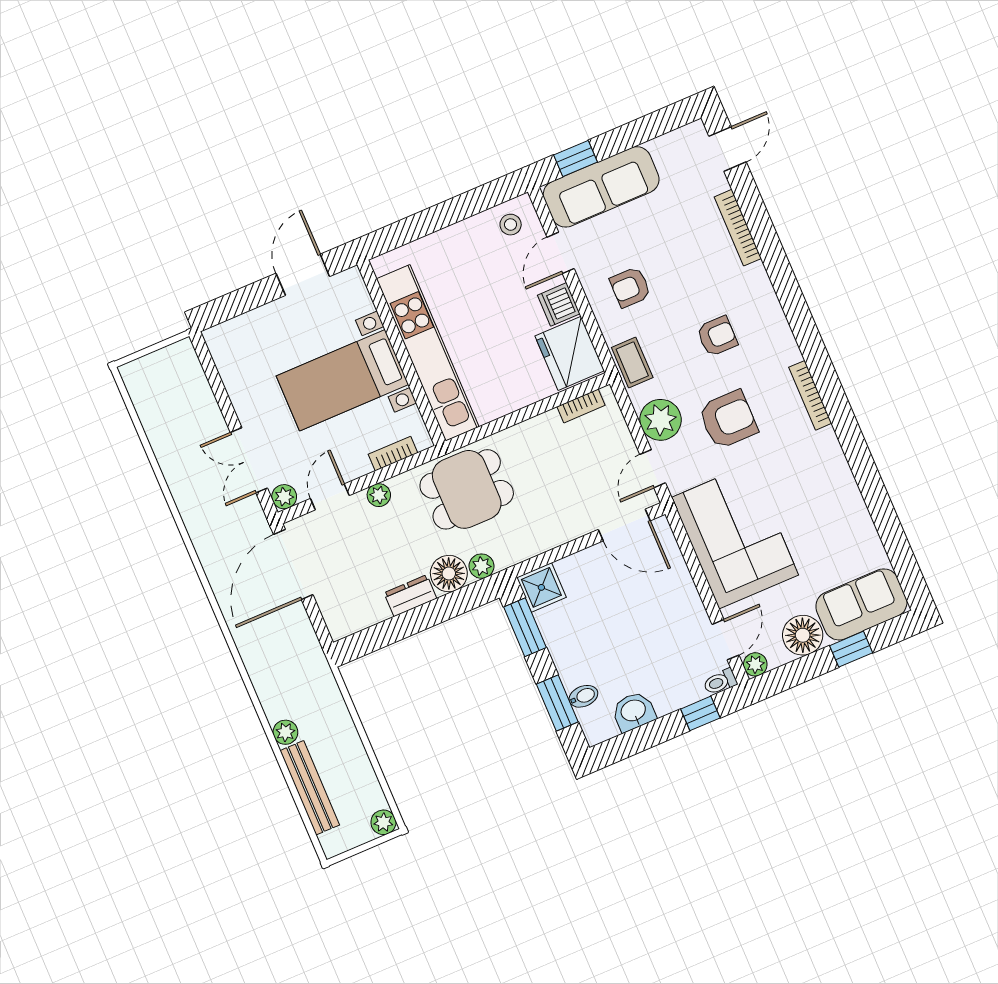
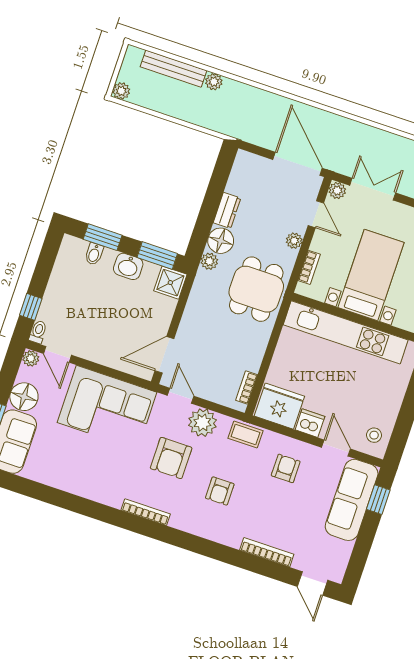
washbasin: (634, 711) -> (128, 266), moved, turned 90

